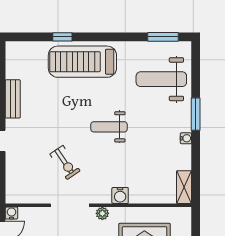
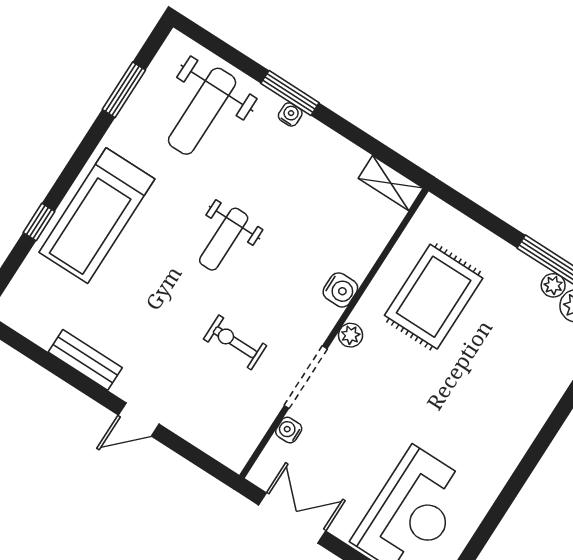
window: (163, 37) -> (124, 90), moved
water cooler: (186, 138) -> (290, 114), moved
exercise bike: (65, 162) -> (235, 342), turned -146
water cooler: (11, 213) -> (289, 430), moved

